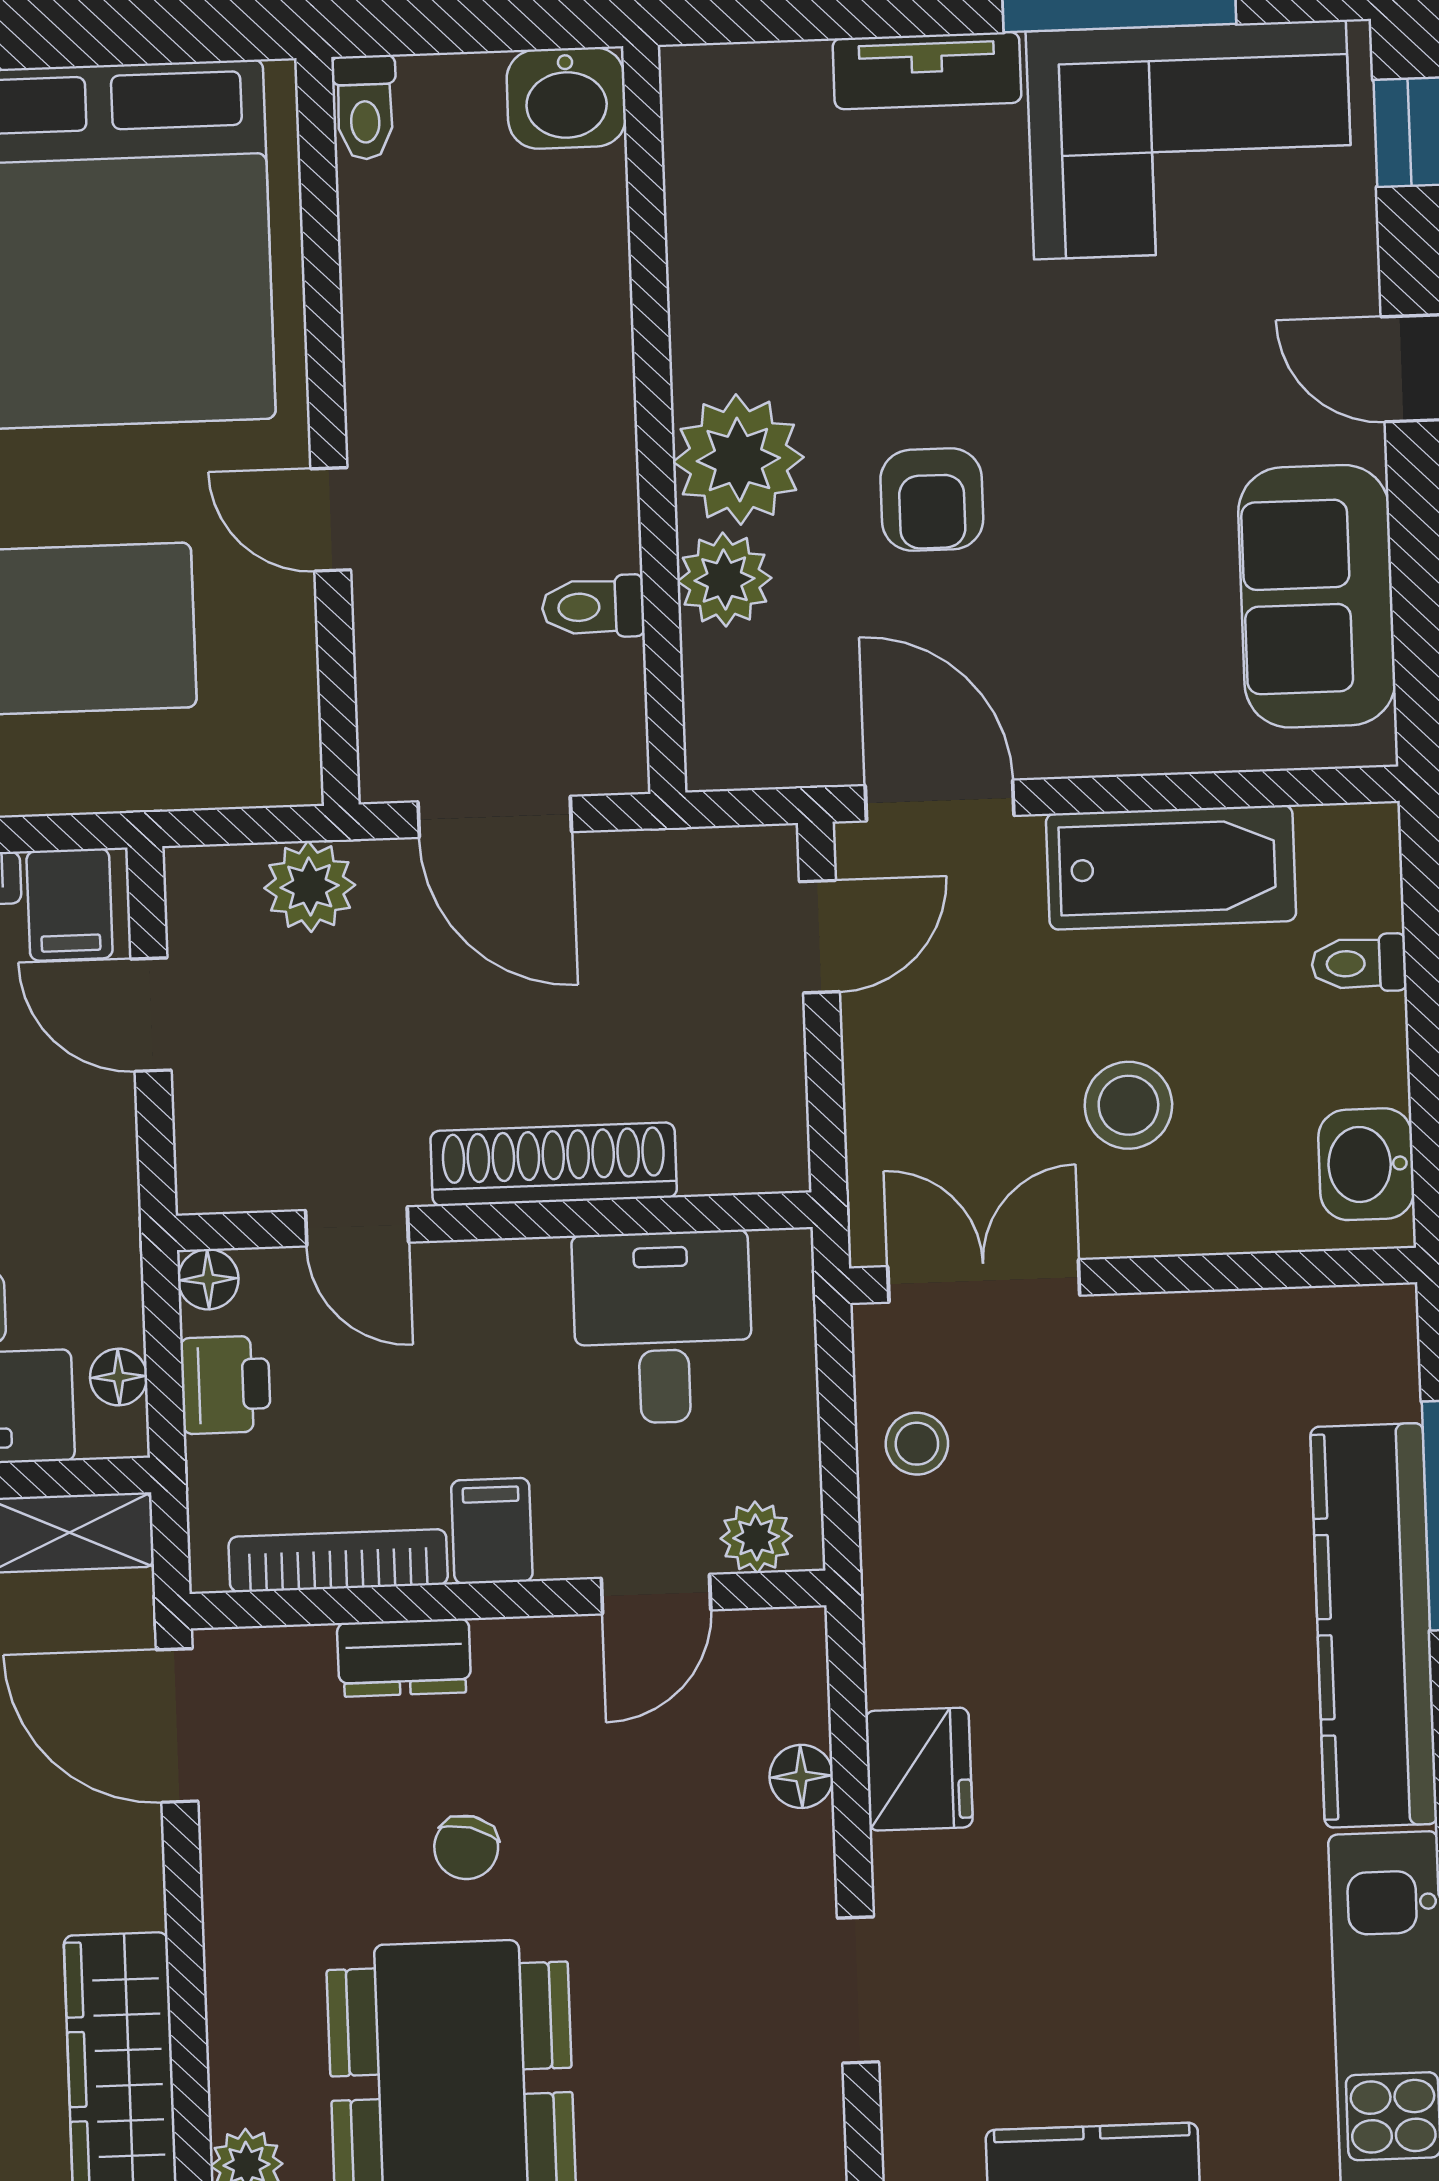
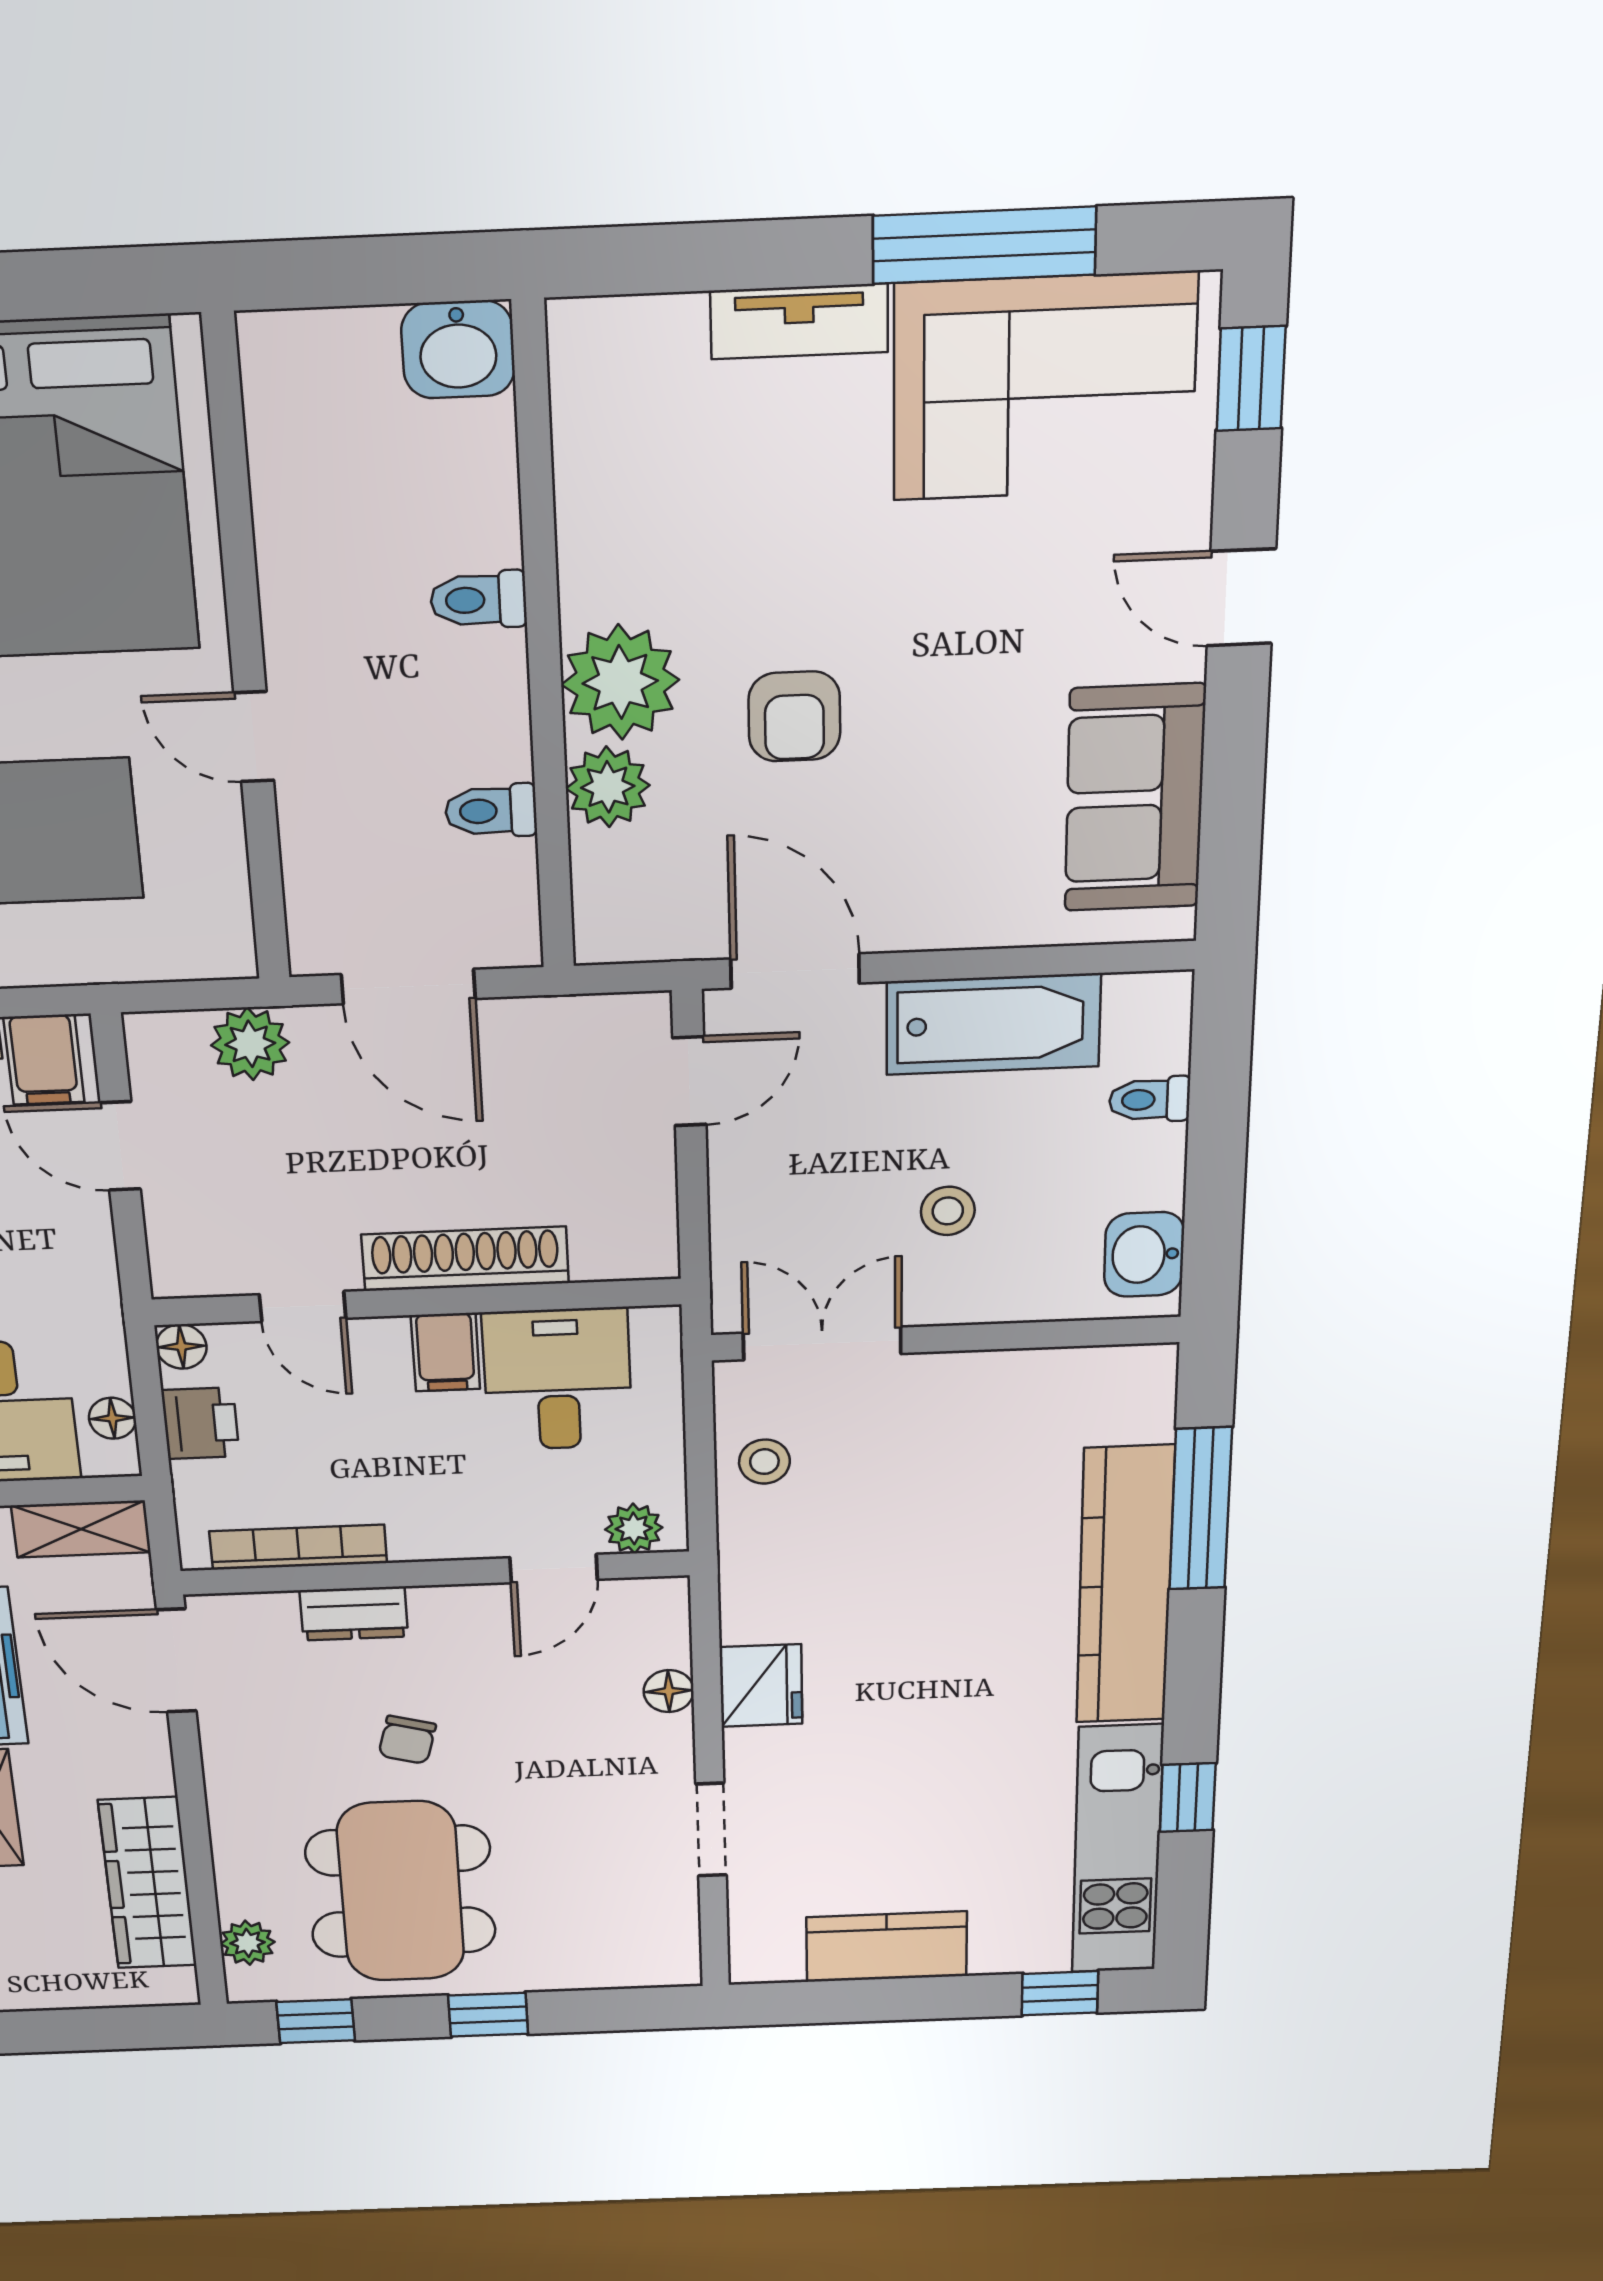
toilet: (365, 107) -> (478, 600), moved, turned 90
stool: (1128, 1105) -> (948, 1211), width x0.73, depth x0.73
filing cabinet: (492, 1531) -> (445, 1352), moved, turned 180

